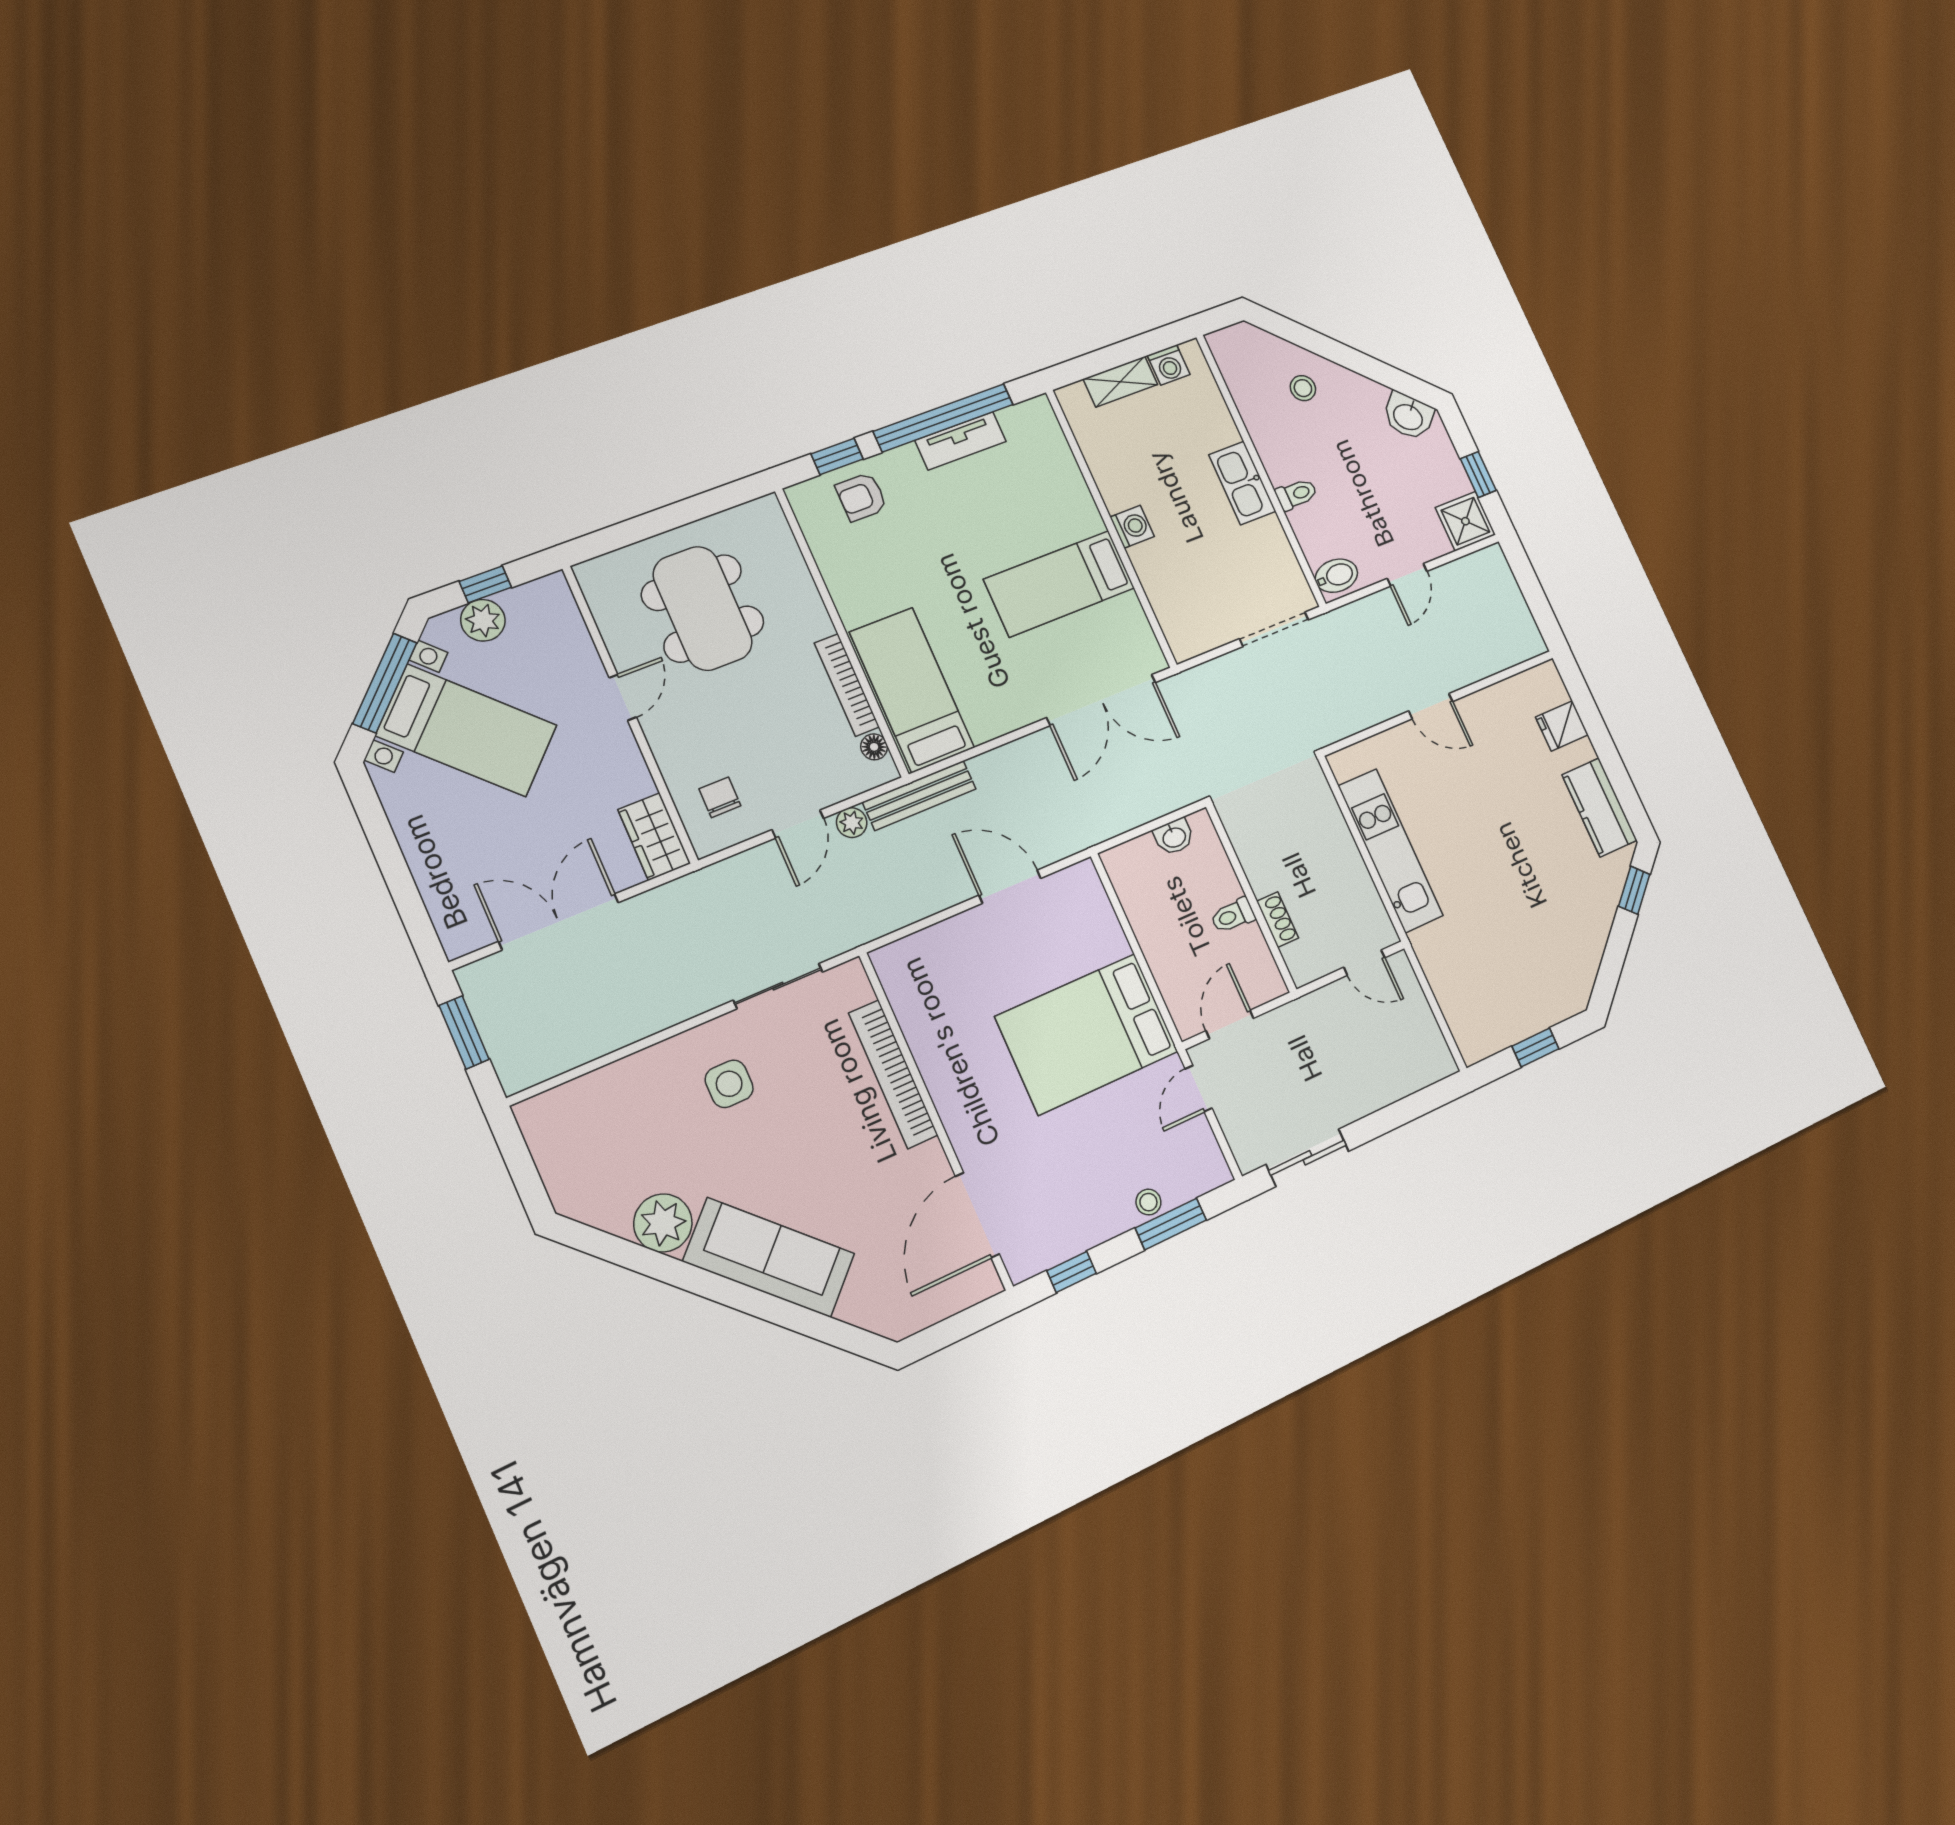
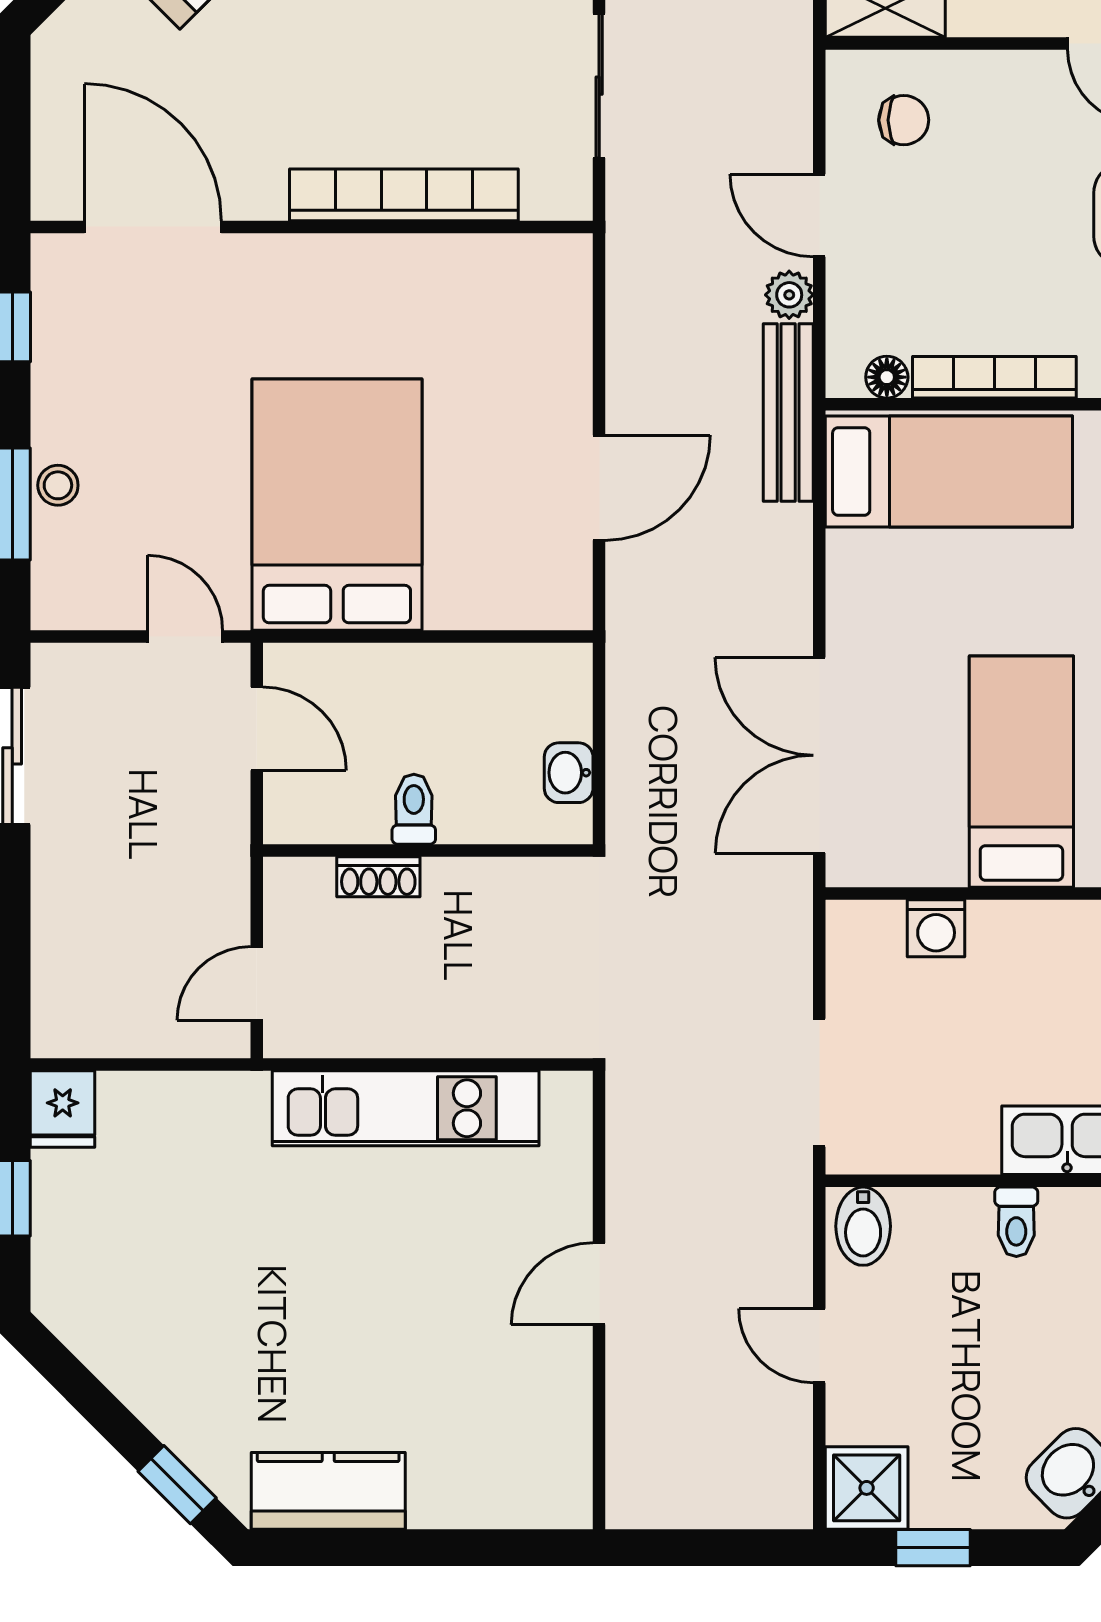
washing machine: (1132, 527) -> (936, 928), moved
fridge: (1562, 726) -> (63, 1109), moved, turned 180

